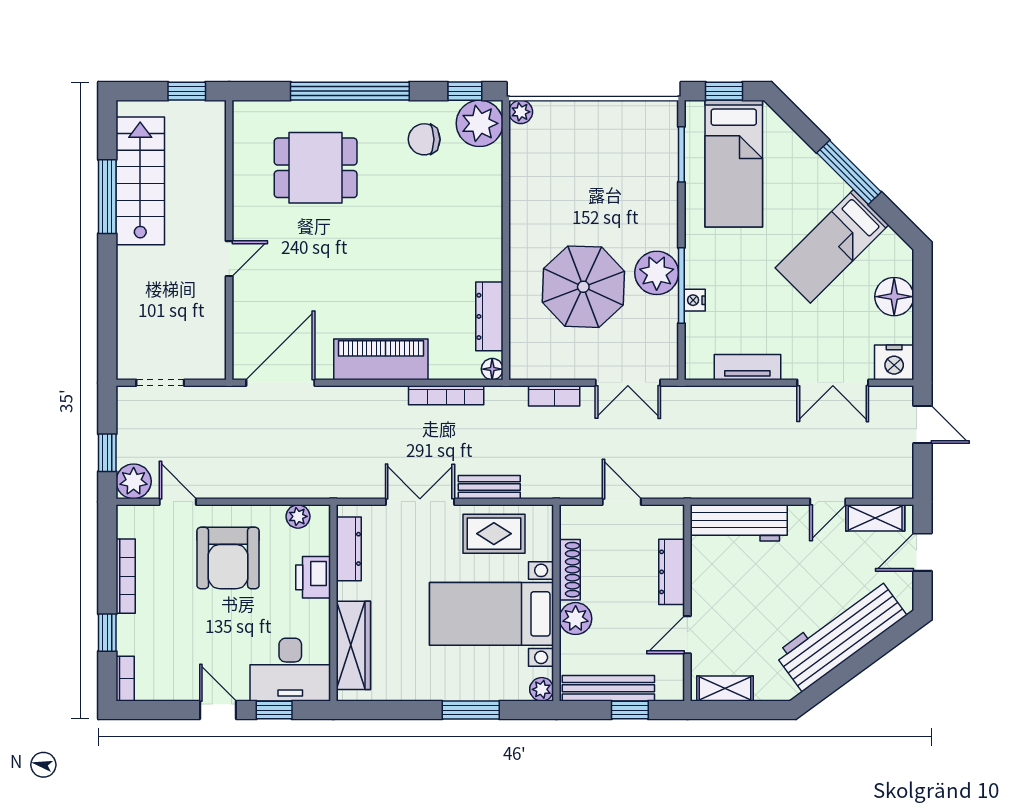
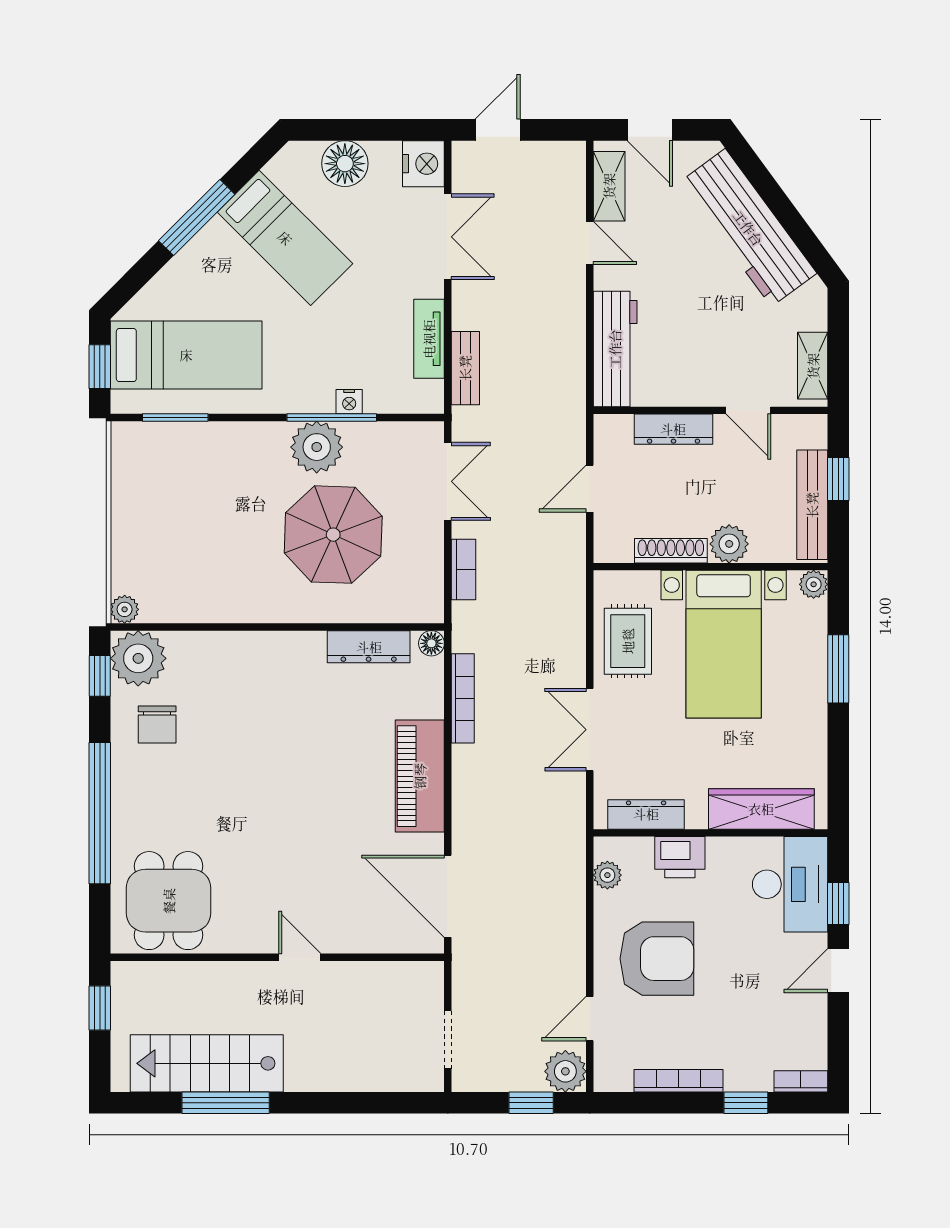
dining table: (316, 168) -> (169, 901), moved
bench: (489, 487) -> (465, 368), moved

